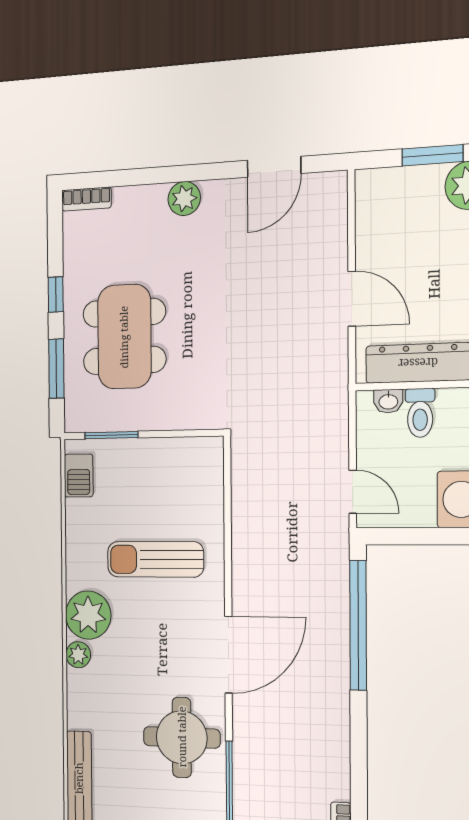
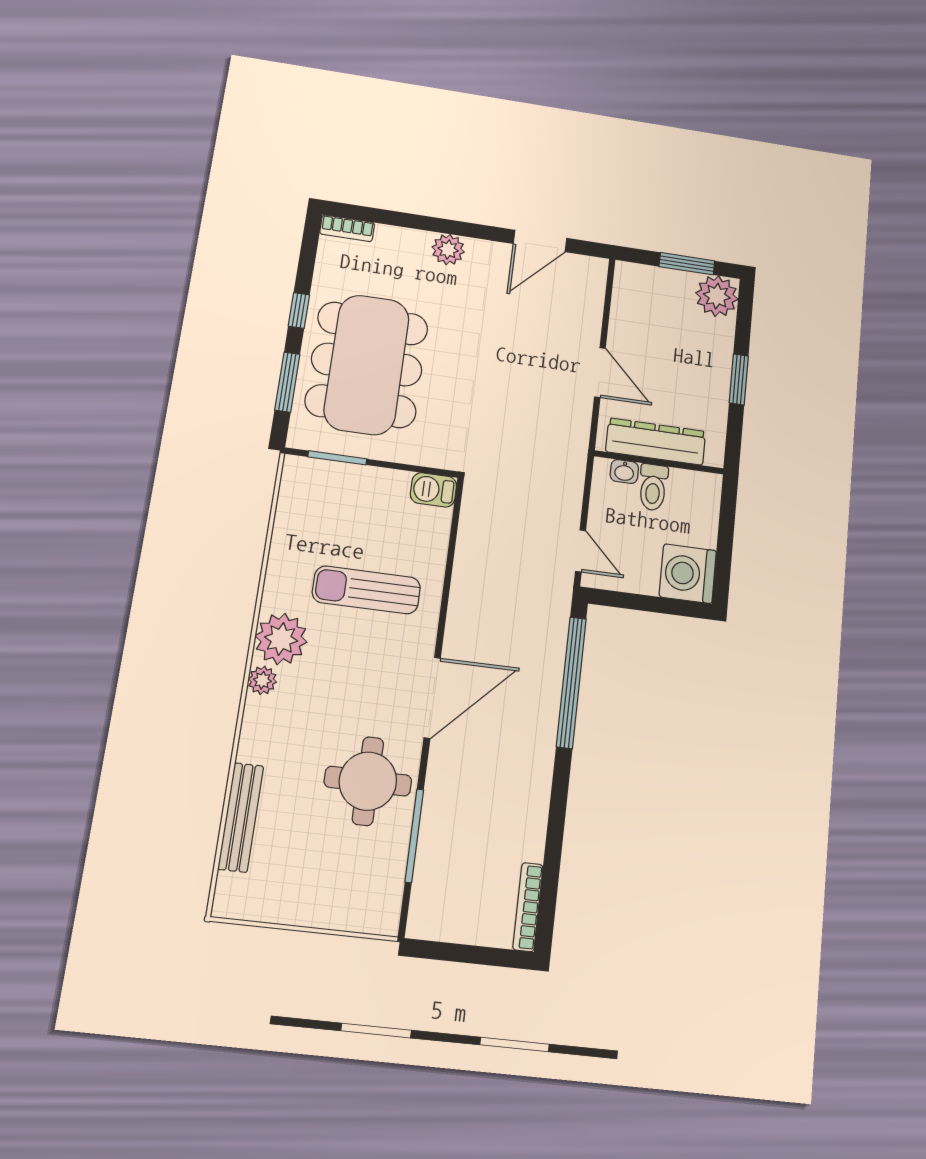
dining table: (124, 337) -> (367, 365), width x1.36, depth x1.24
barbecue: (79, 476) -> (433, 490), moved, turned 90

